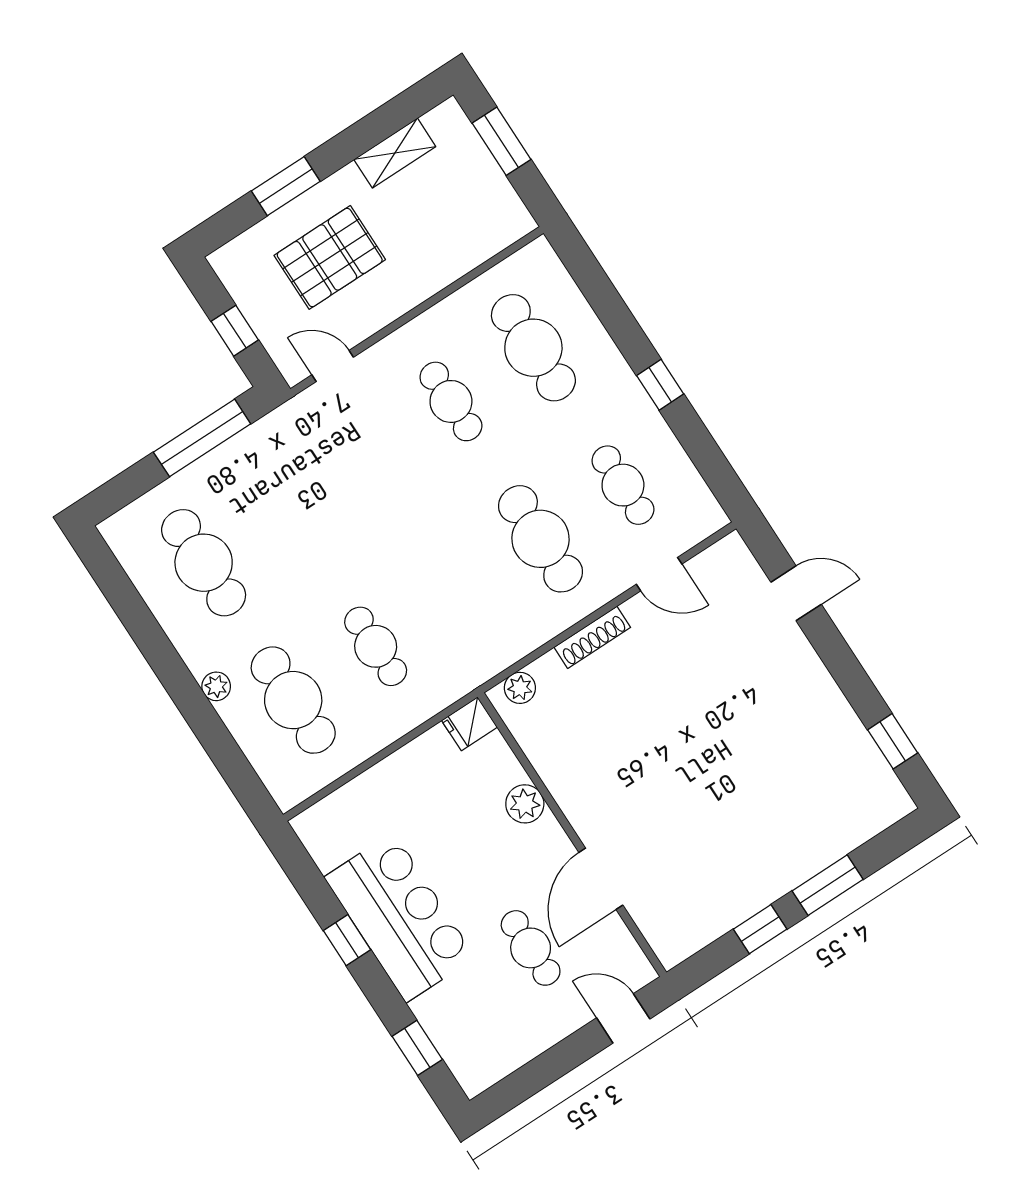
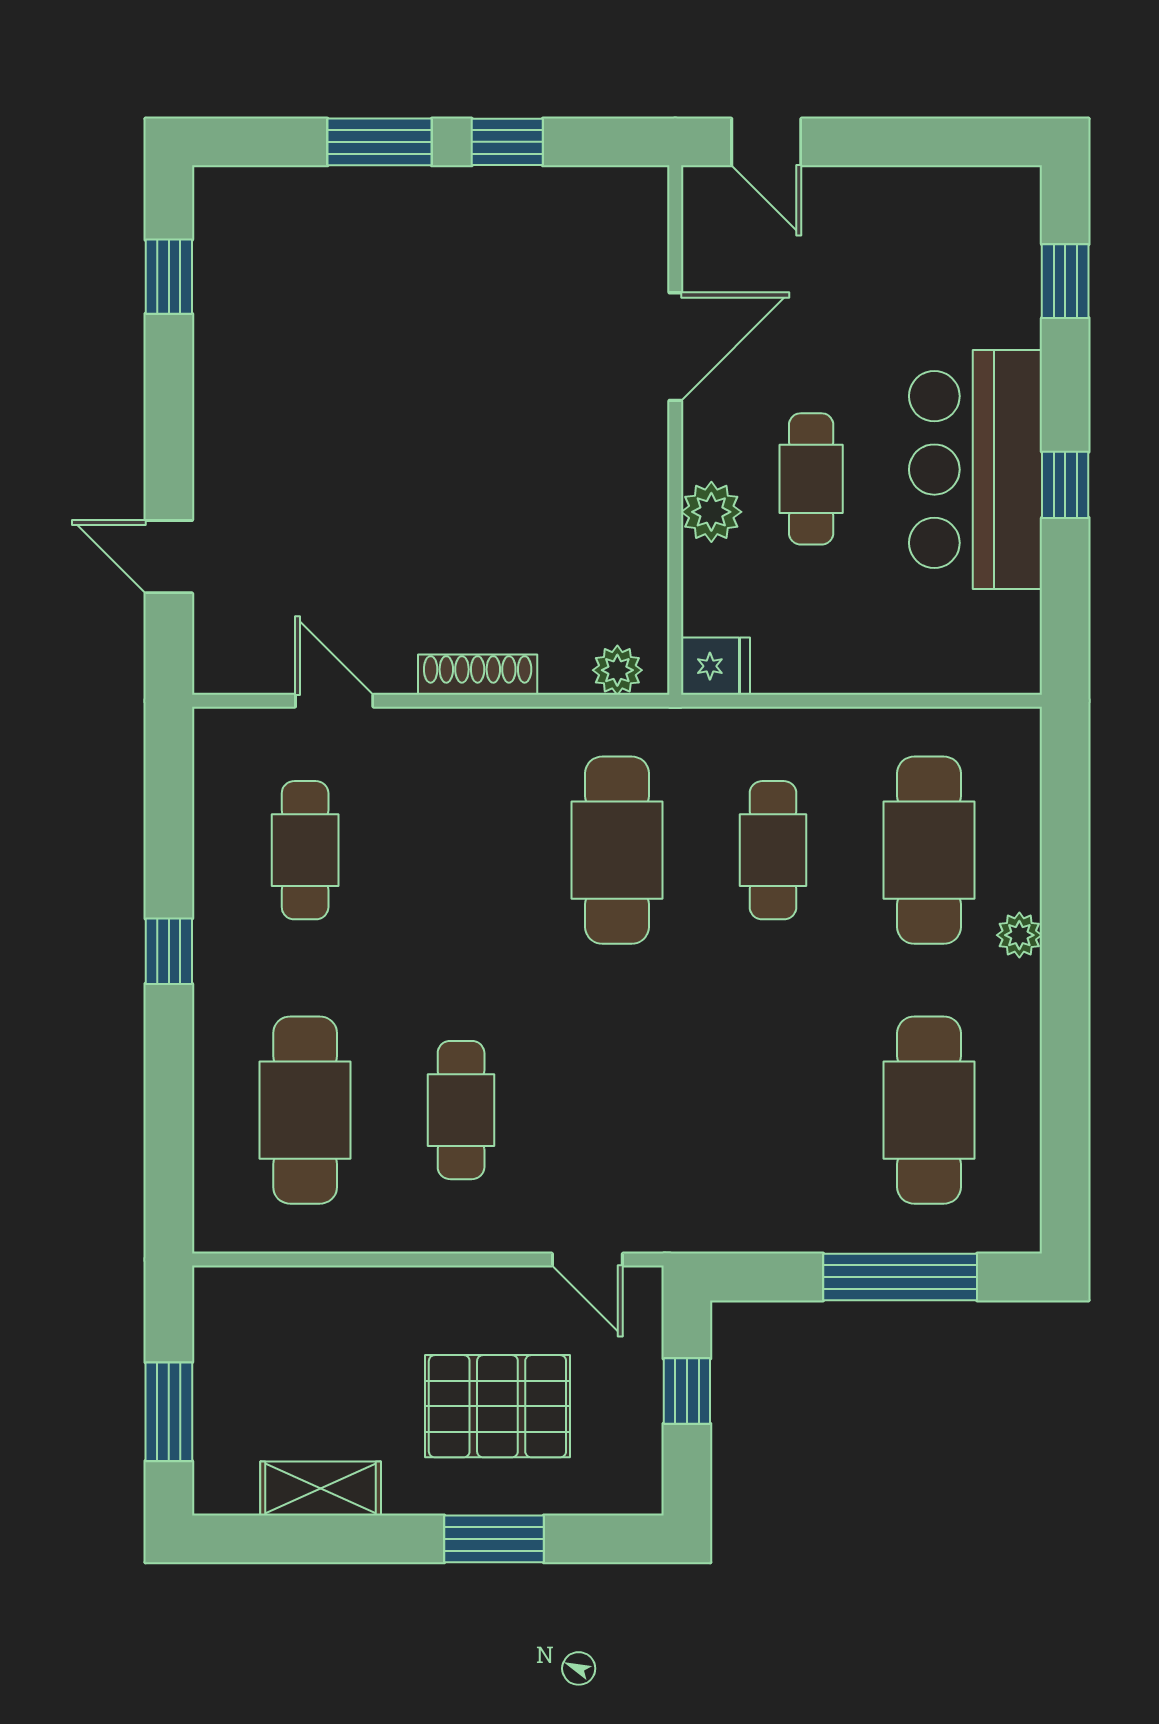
window: (202, 438) -> (900, 1277), moved
cafe table: (541, 539) -> (617, 850), moved
cafe table: (531, 948) -> (811, 479), moved

